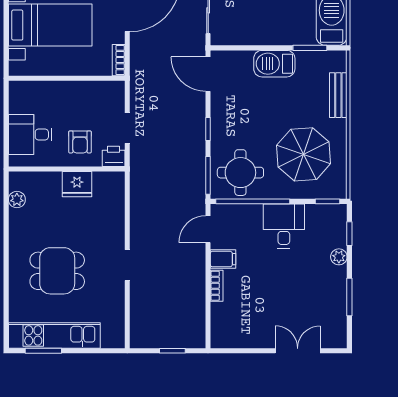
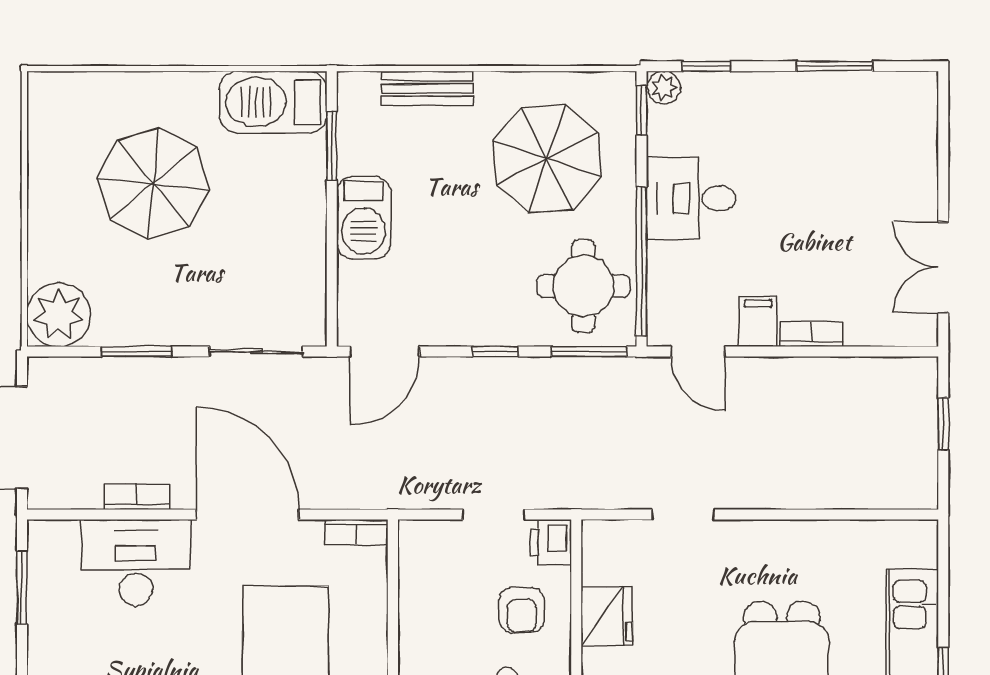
armchair: (80, 142) -> (522, 610), turned 90
plant: (339, 257) -> (664, 87), moved
doorway: (127, 265) -> (683, 515), moved
double door: (298, 351) -> (943, 268), moved

